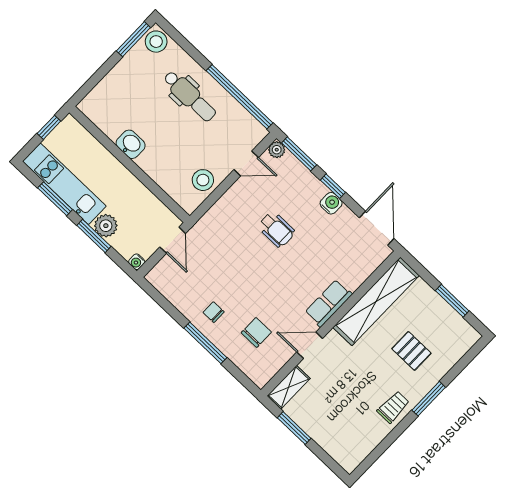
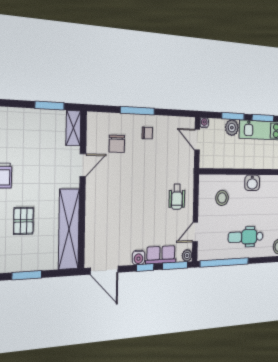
stool: (203, 180) -> (222, 198), moved
wheelchair: (276, 229) -> (177, 197), moved, turned -90
door: (173, 240) -> (197, 140), moved
row of seats: (329, 303) -> (161, 255), moved, turned -90
pallet: (411, 351) -> (24, 221), turned 90

